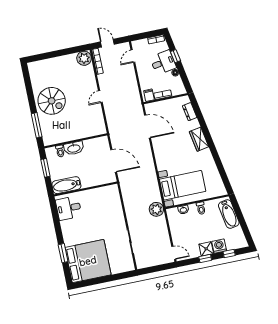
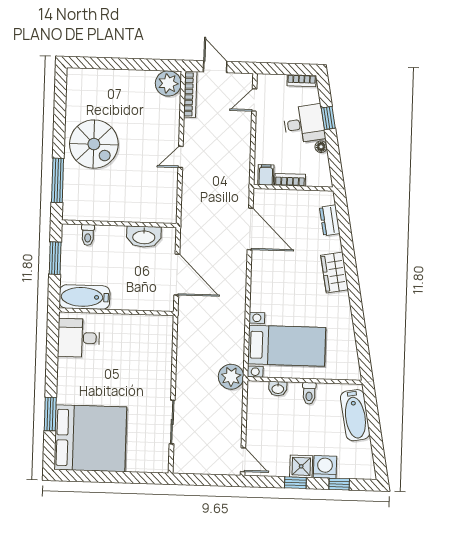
washbasin: (74, 148) -> (144, 237), moved

